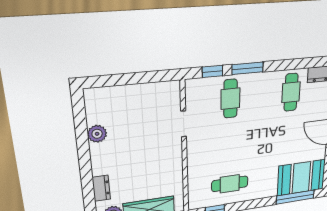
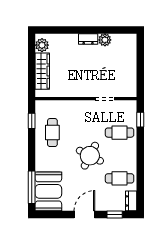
window: (248, 68) -> (140, 145), removed
round table: (260, 134) -> (90, 156), added
dresser: (101, 188) -> (88, 39), moved

